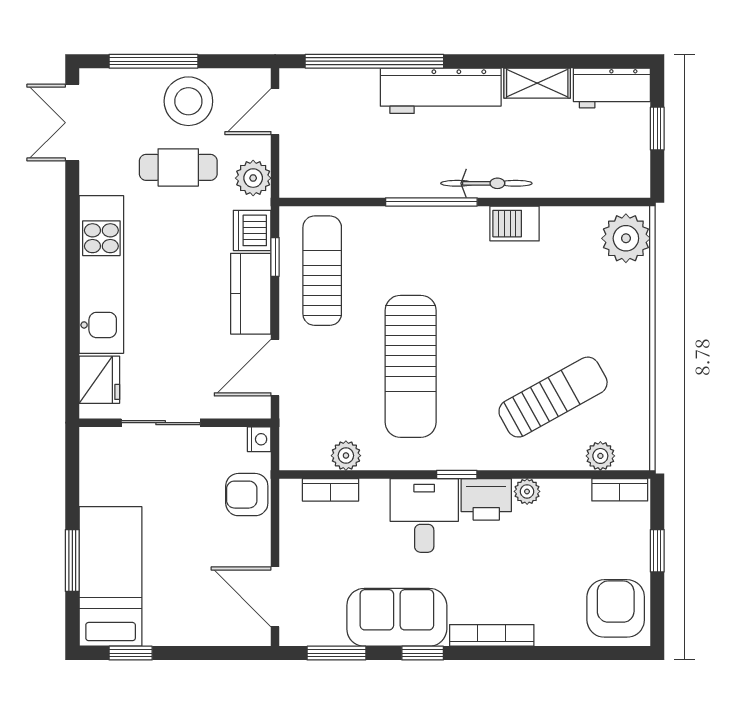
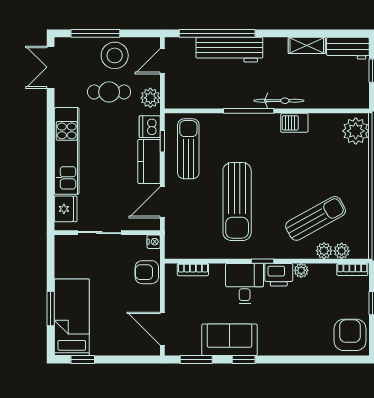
workbench: (441, 91) -> (229, 50), moved
plant: (346, 456) -> (324, 251), moved
bookcase: (492, 635) -> (282, 350), removed

